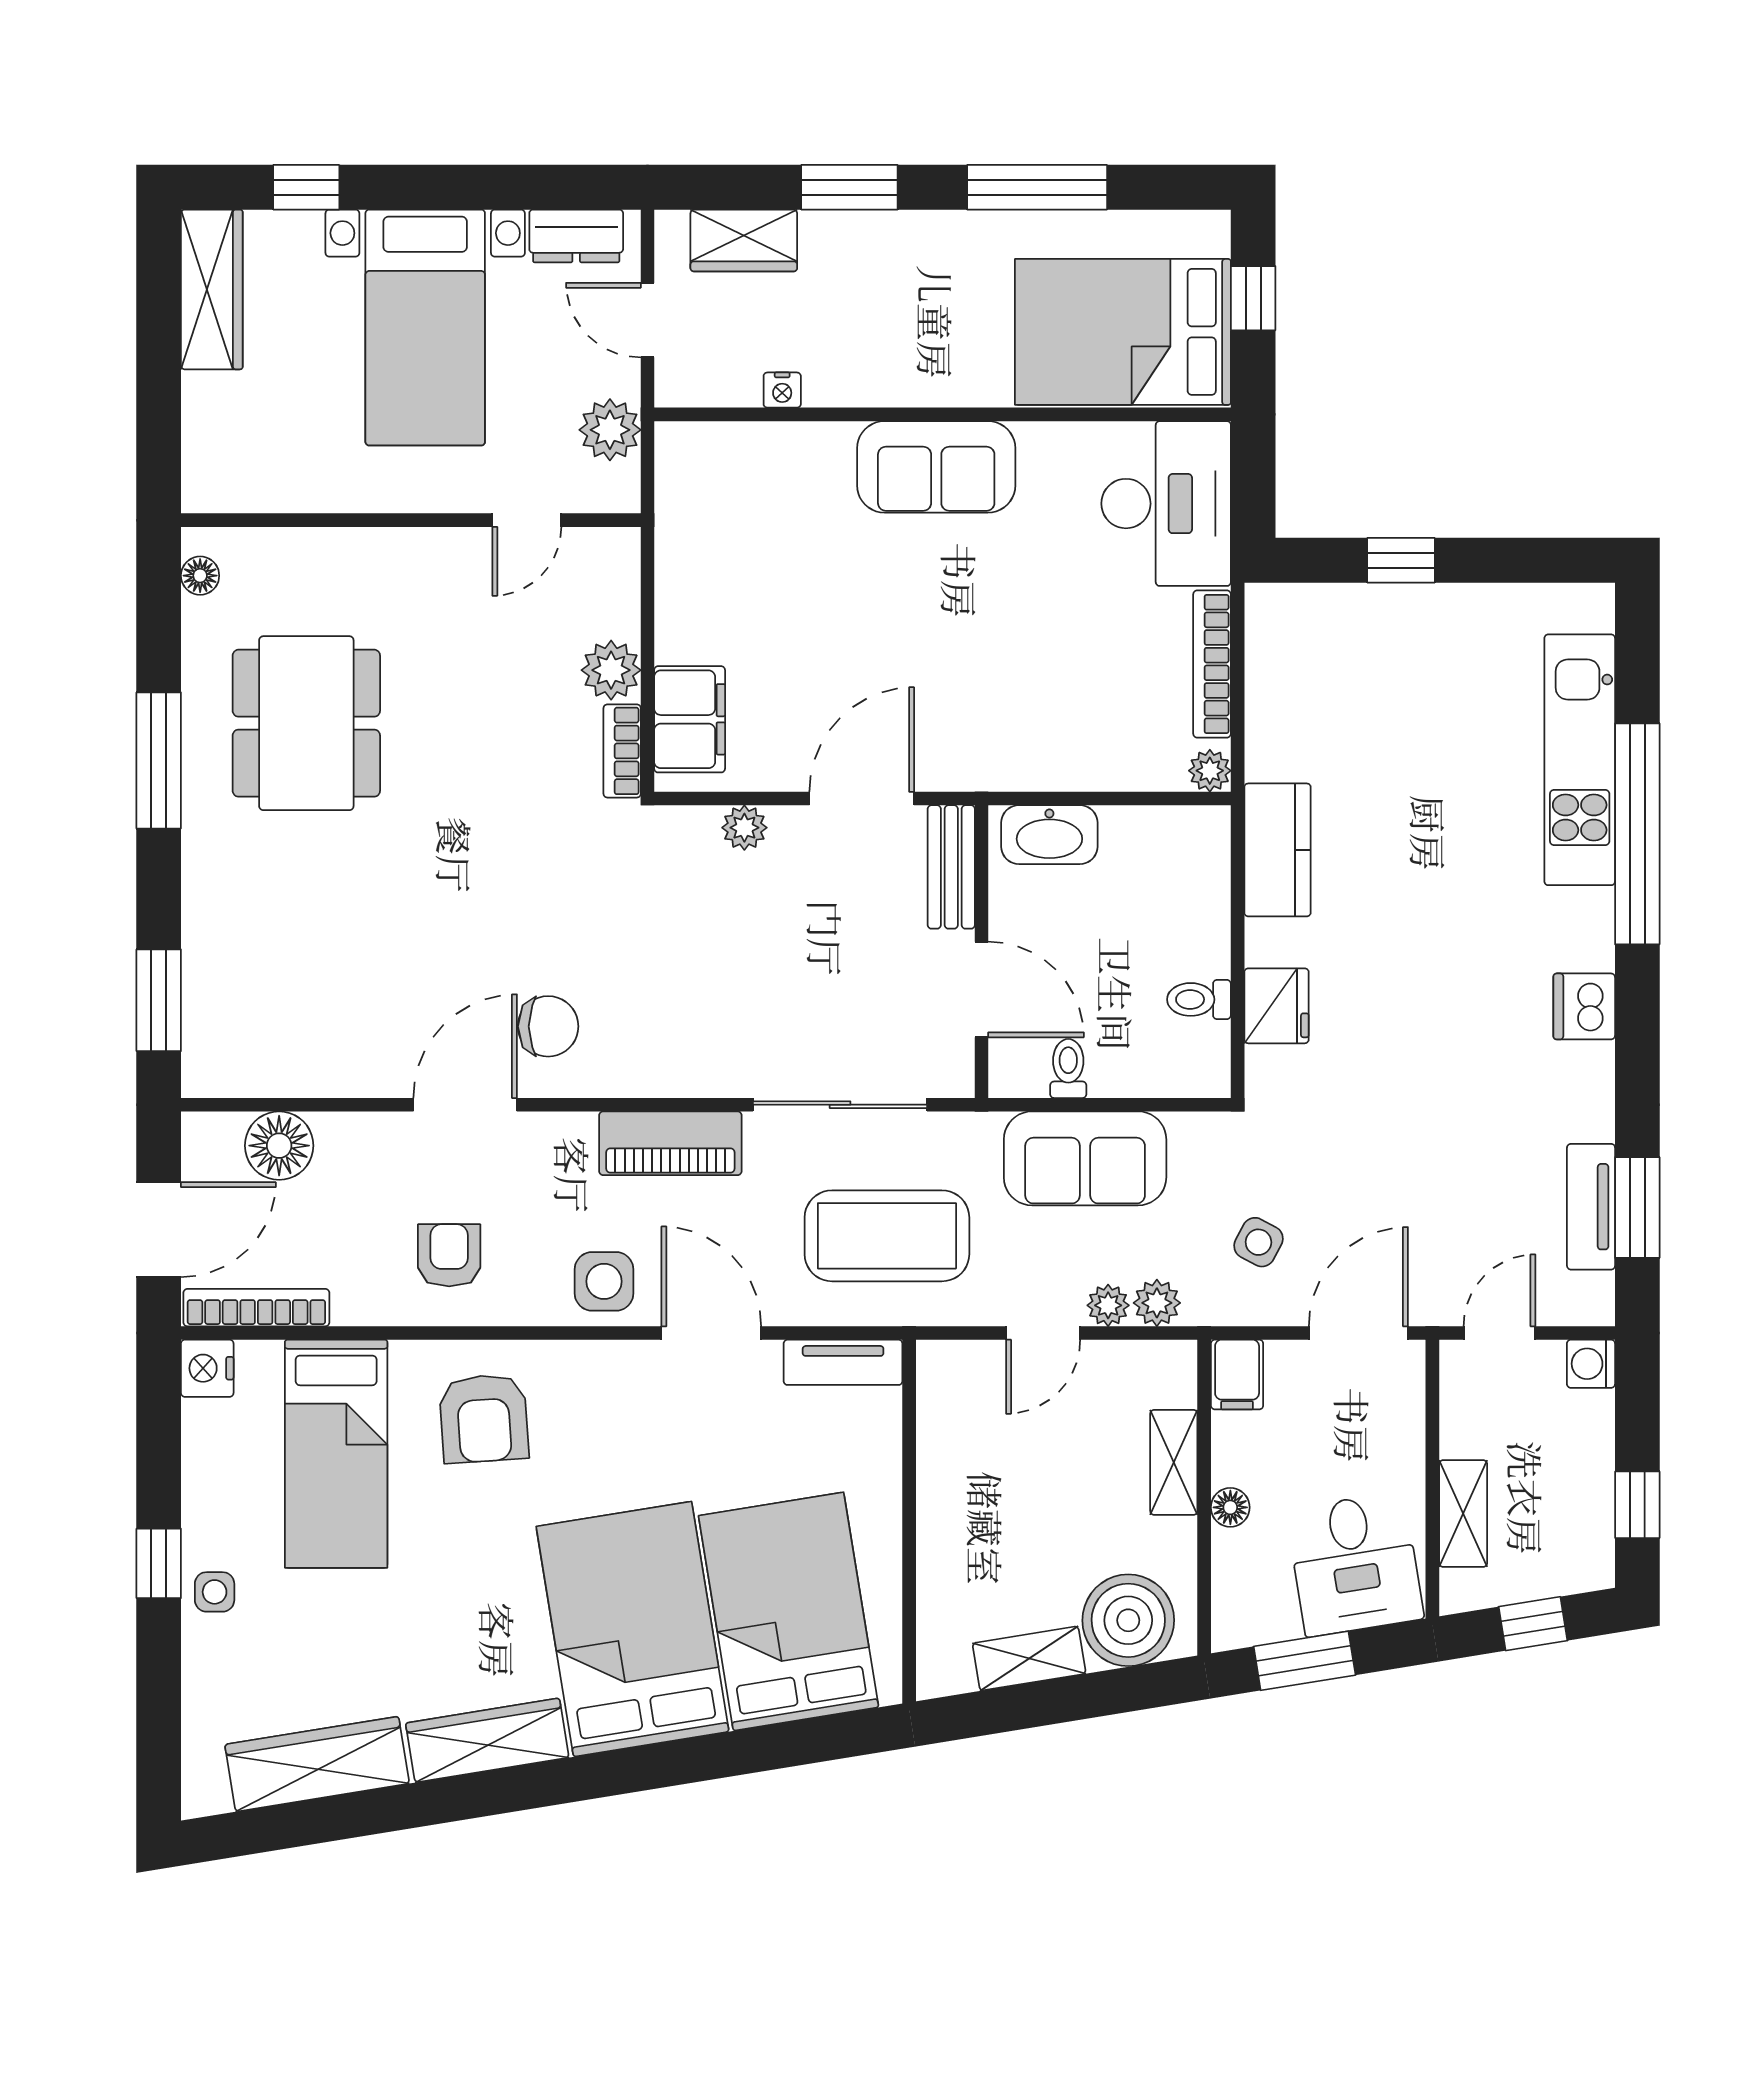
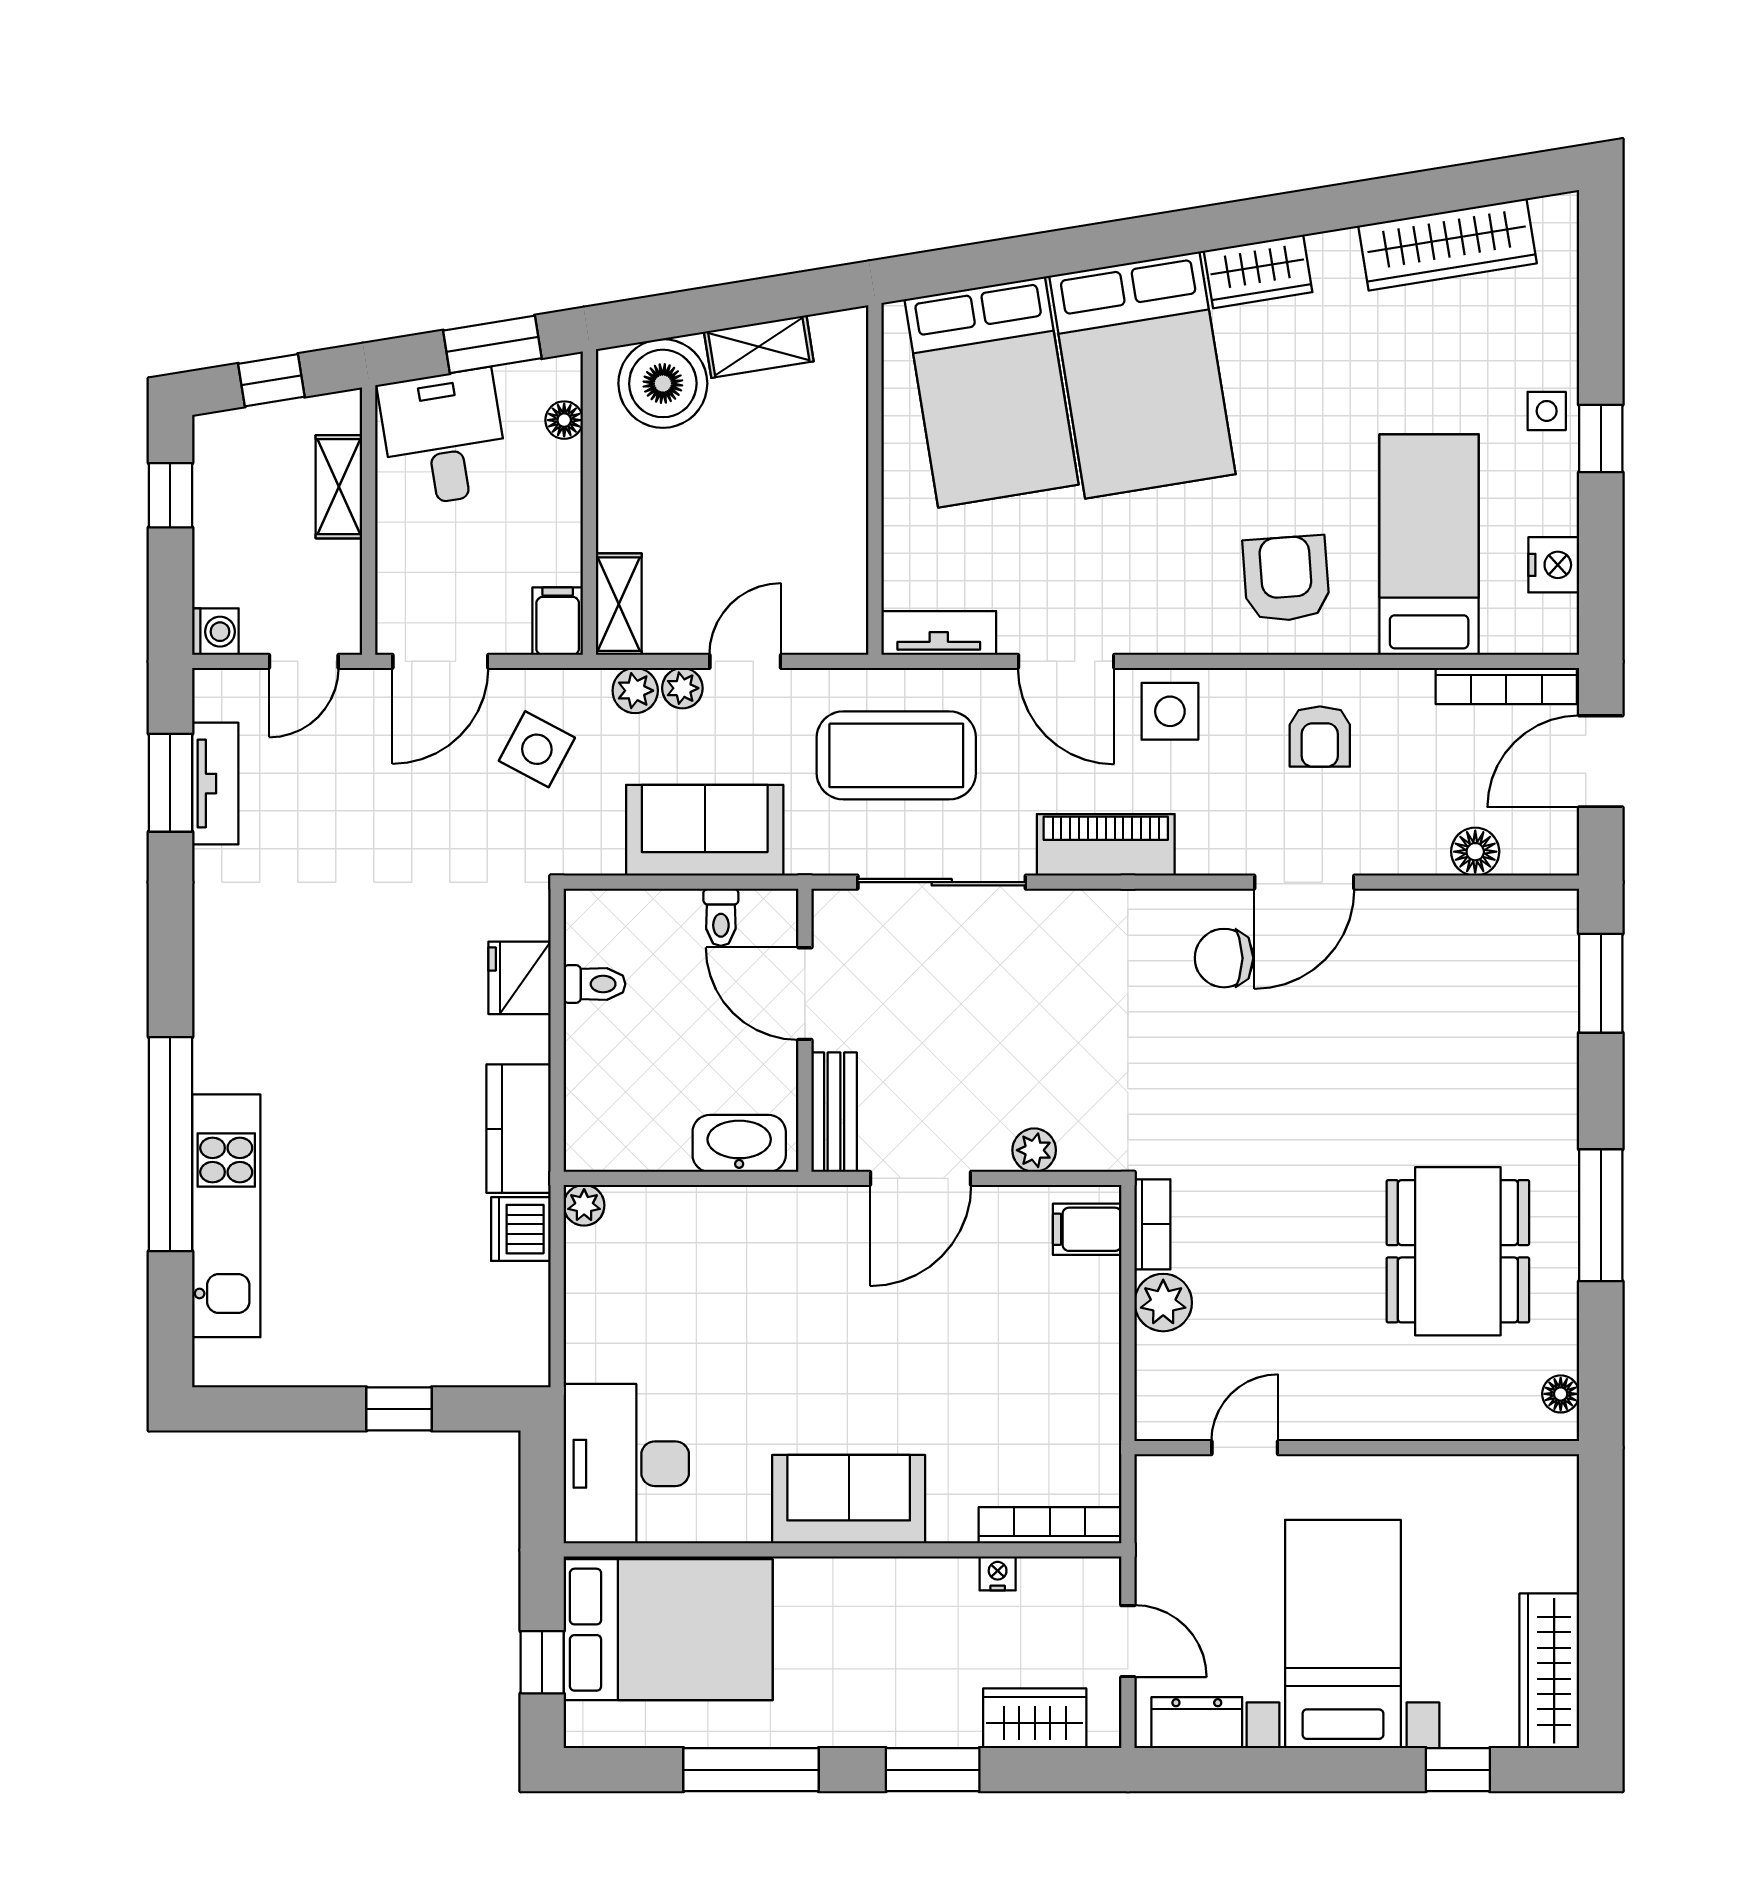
plant: (610, 430) -> (1164, 1535), removed
bookcase: (1212, 664) -> (1050, 1525), moved, turned -90
filing cabinet: (690, 719) -> (1087, 1229), width x0.50
dishwasher: (1584, 1006) -> (521, 1229), moved, turned 180
floor lamp: (279, 1146) -> (1475, 852), width x0.73, depth x0.73
side table: (1258, 1242) -> (537, 749), width x1.37, depth x1.37
nightstand: (207, 1368) -> (1554, 565), moved
shelving: (1174, 1462) -> (619, 604), moved
floor lamp: (1230, 1507) -> (564, 420), moved
wardrobe: (487, 1740) -> (1258, 271), width x0.67

